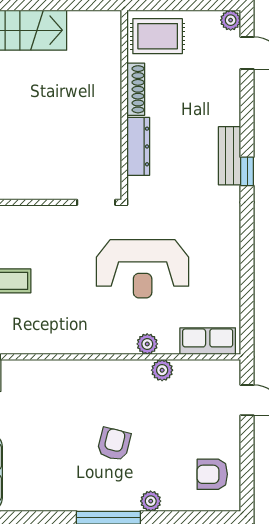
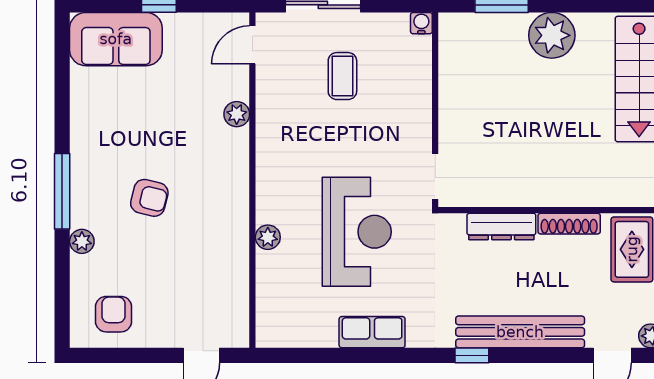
bench: (230, 156) -> (520, 332), width x1.86, depth x1.21
reception desk: (143, 269) -> (357, 232), turned 180
row of seats: (208, 341) -> (372, 332), moved, turned -90
plant: (162, 370) -> (237, 114), moved

